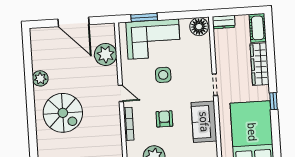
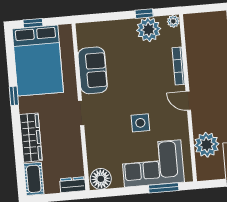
armchair: (164, 119) -> (138, 73), removed

